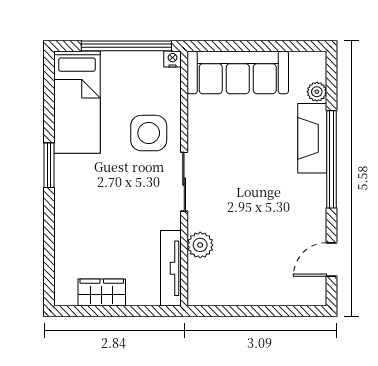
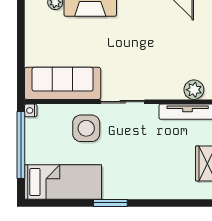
sofa: (238, 72) -> (63, 83), moved, turned -90
plant: (200, 245) -> (194, 90), moved

